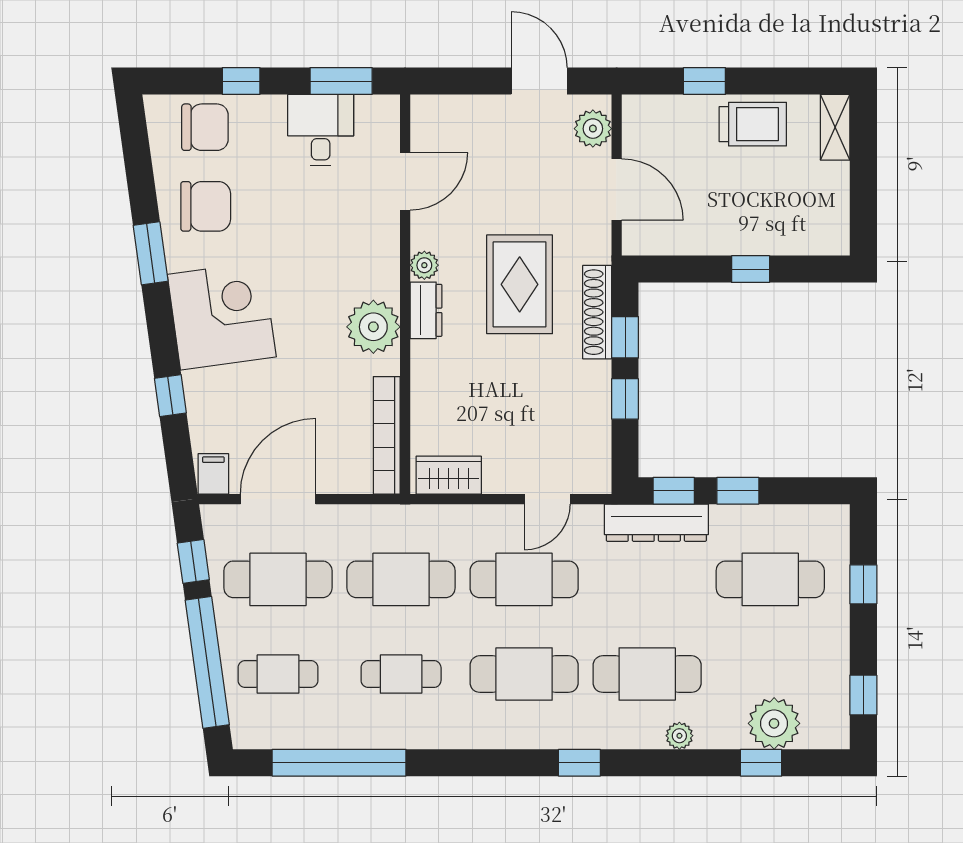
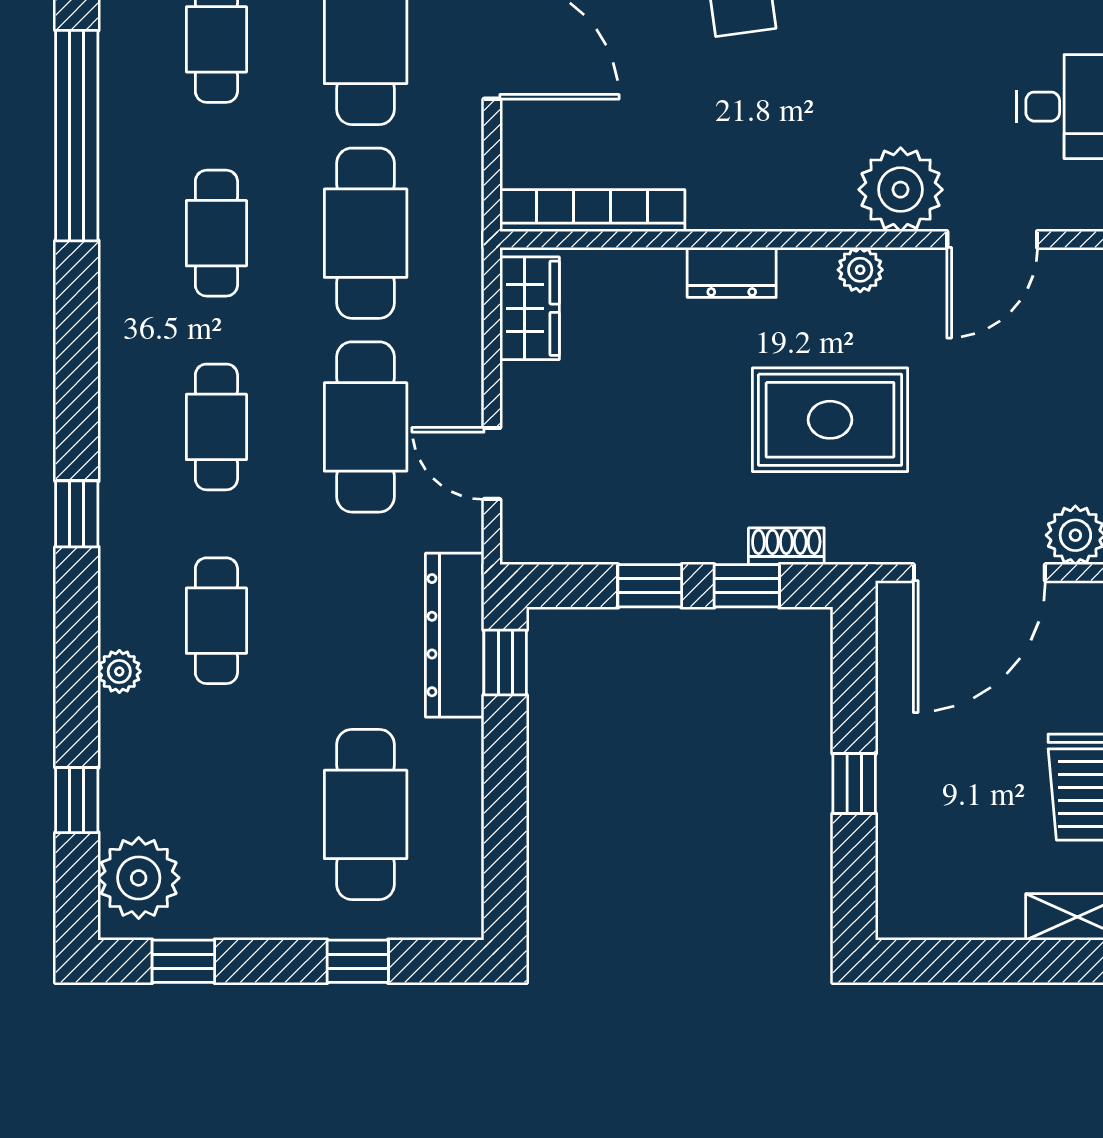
door: (405, 181) -> (992, 239), hinge flipped
door: (617, 190) -> (979, 573), width x1.36
dresser: (426, 310) -> (732, 272), moved
shoe rack: (597, 312) -> (786, 546), width x0.51, depth x0.81
plant: (373, 327) -> (901, 190), moved
window: (738, 491) -> (505, 764), removed
cafe table: (524, 674) -> (216, 427), width x0.73, depth x0.74
cafe table: (647, 674) -> (216, 621), width x0.73, depth x0.74
plant: (774, 723) -> (139, 878), moved

